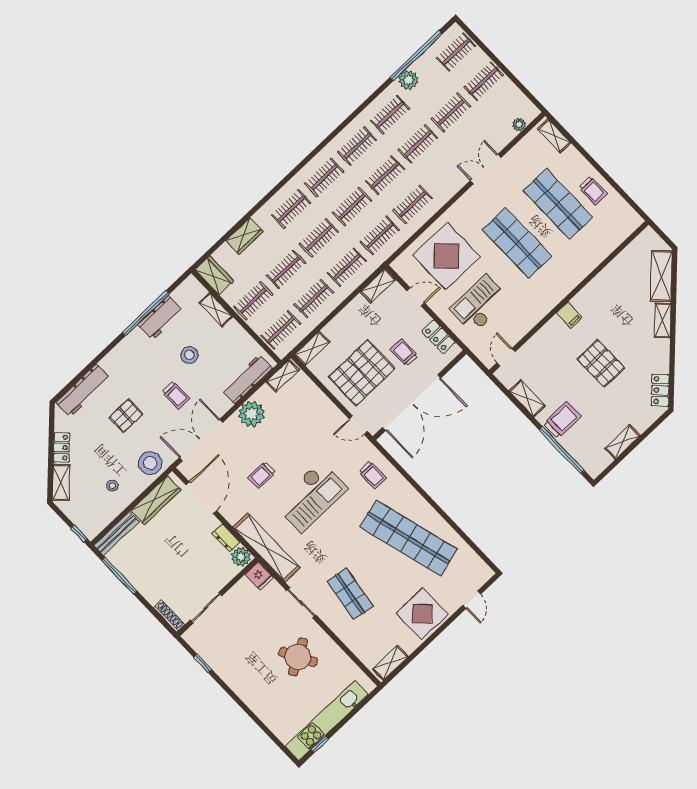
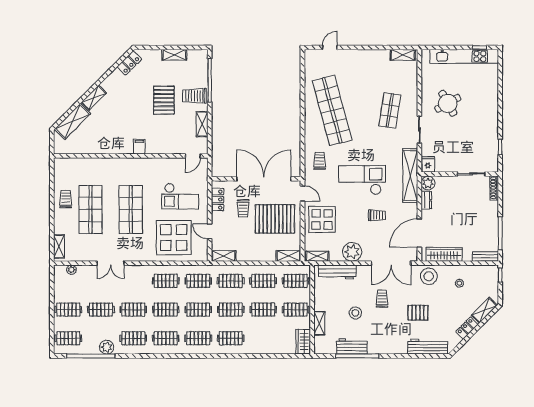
wardrobe: (244, 236) -> (268, 347), removed
pallet: (601, 364) -> (164, 100), moved
bench: (117, 533) -> (485, 256), width x0.73
display table: (422, 614) -> (322, 219), moved

